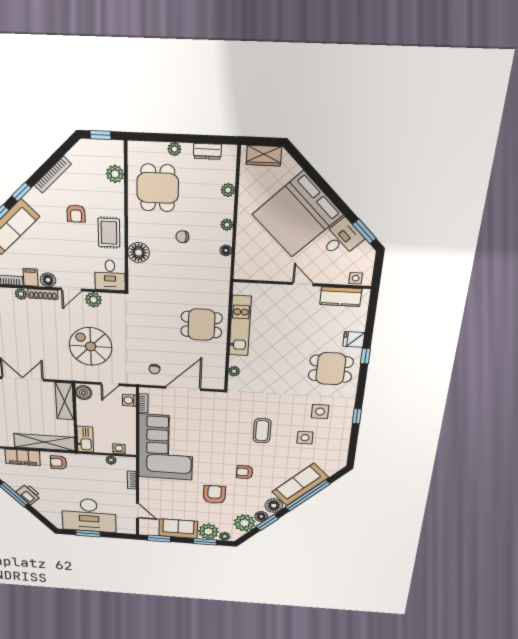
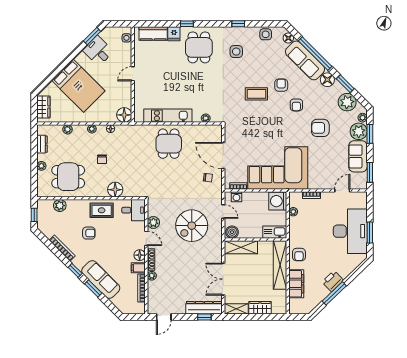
bed: (298, 214) -> (78, 86), width x0.73
floor lamp: (245, 270) -> (124, 115), added
kitchen counter: (341, 297) -> (153, 33), moved, turned 90
side table: (305, 438) -> (266, 34), moved
washing machine: (119, 449) -> (278, 201), width x1.89, depth x1.89
armchair: (271, 458) -> (281, 85), added
floor lamp: (261, 516) -> (288, 38), moved

